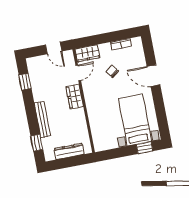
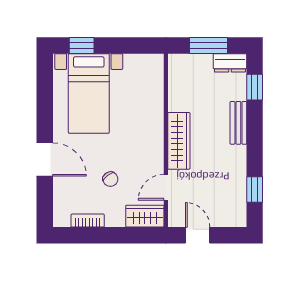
wardrobe: (75, 96) -> (179, 141), width x1.50
bench: (42, 120) -> (238, 123), width x0.73
dresser: (69, 151) -> (230, 63), moved, width x0.70
window: (69, 162) -> (208, 45), added

